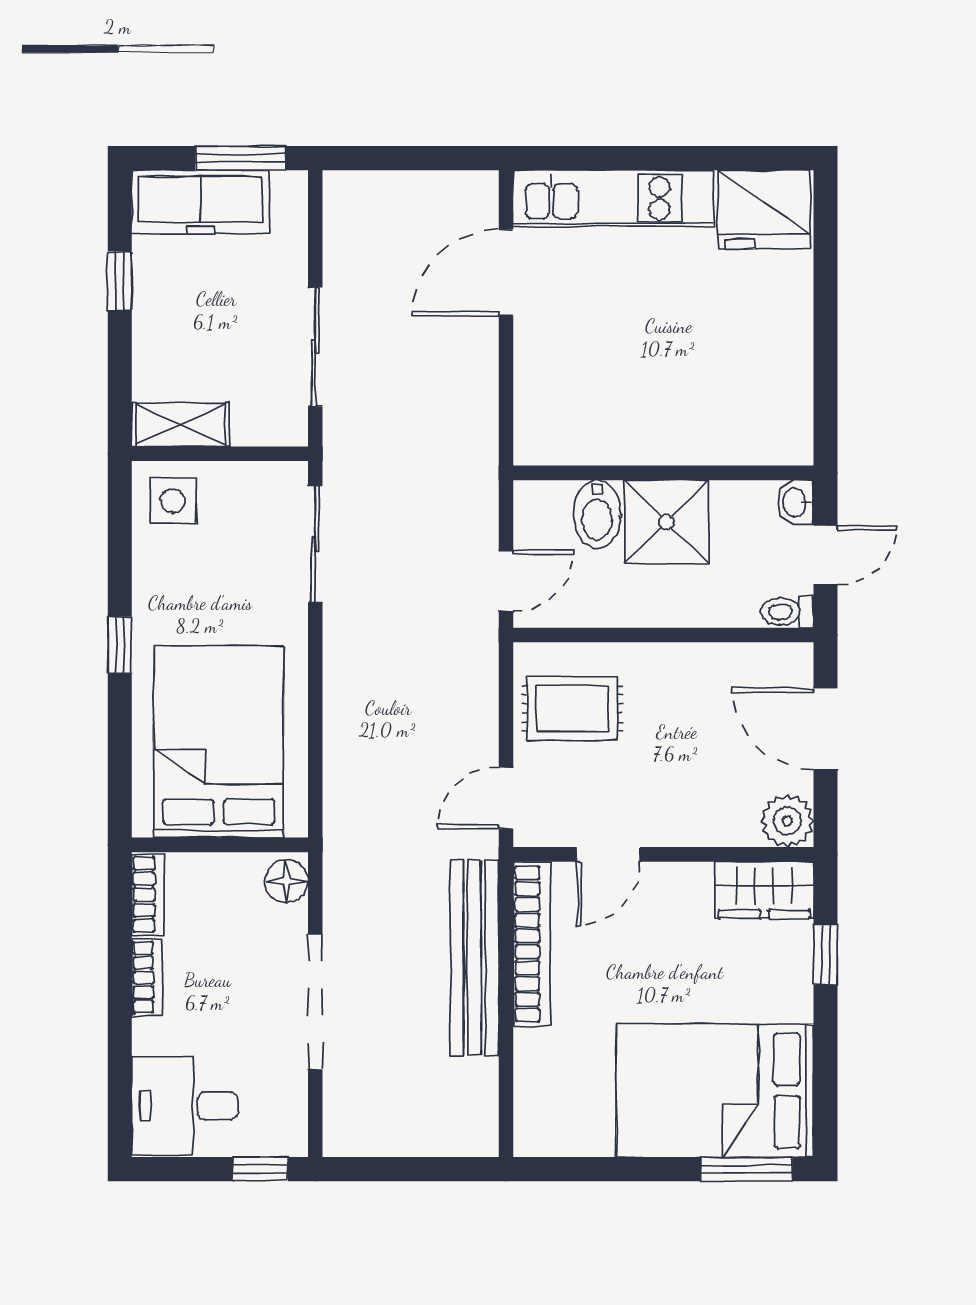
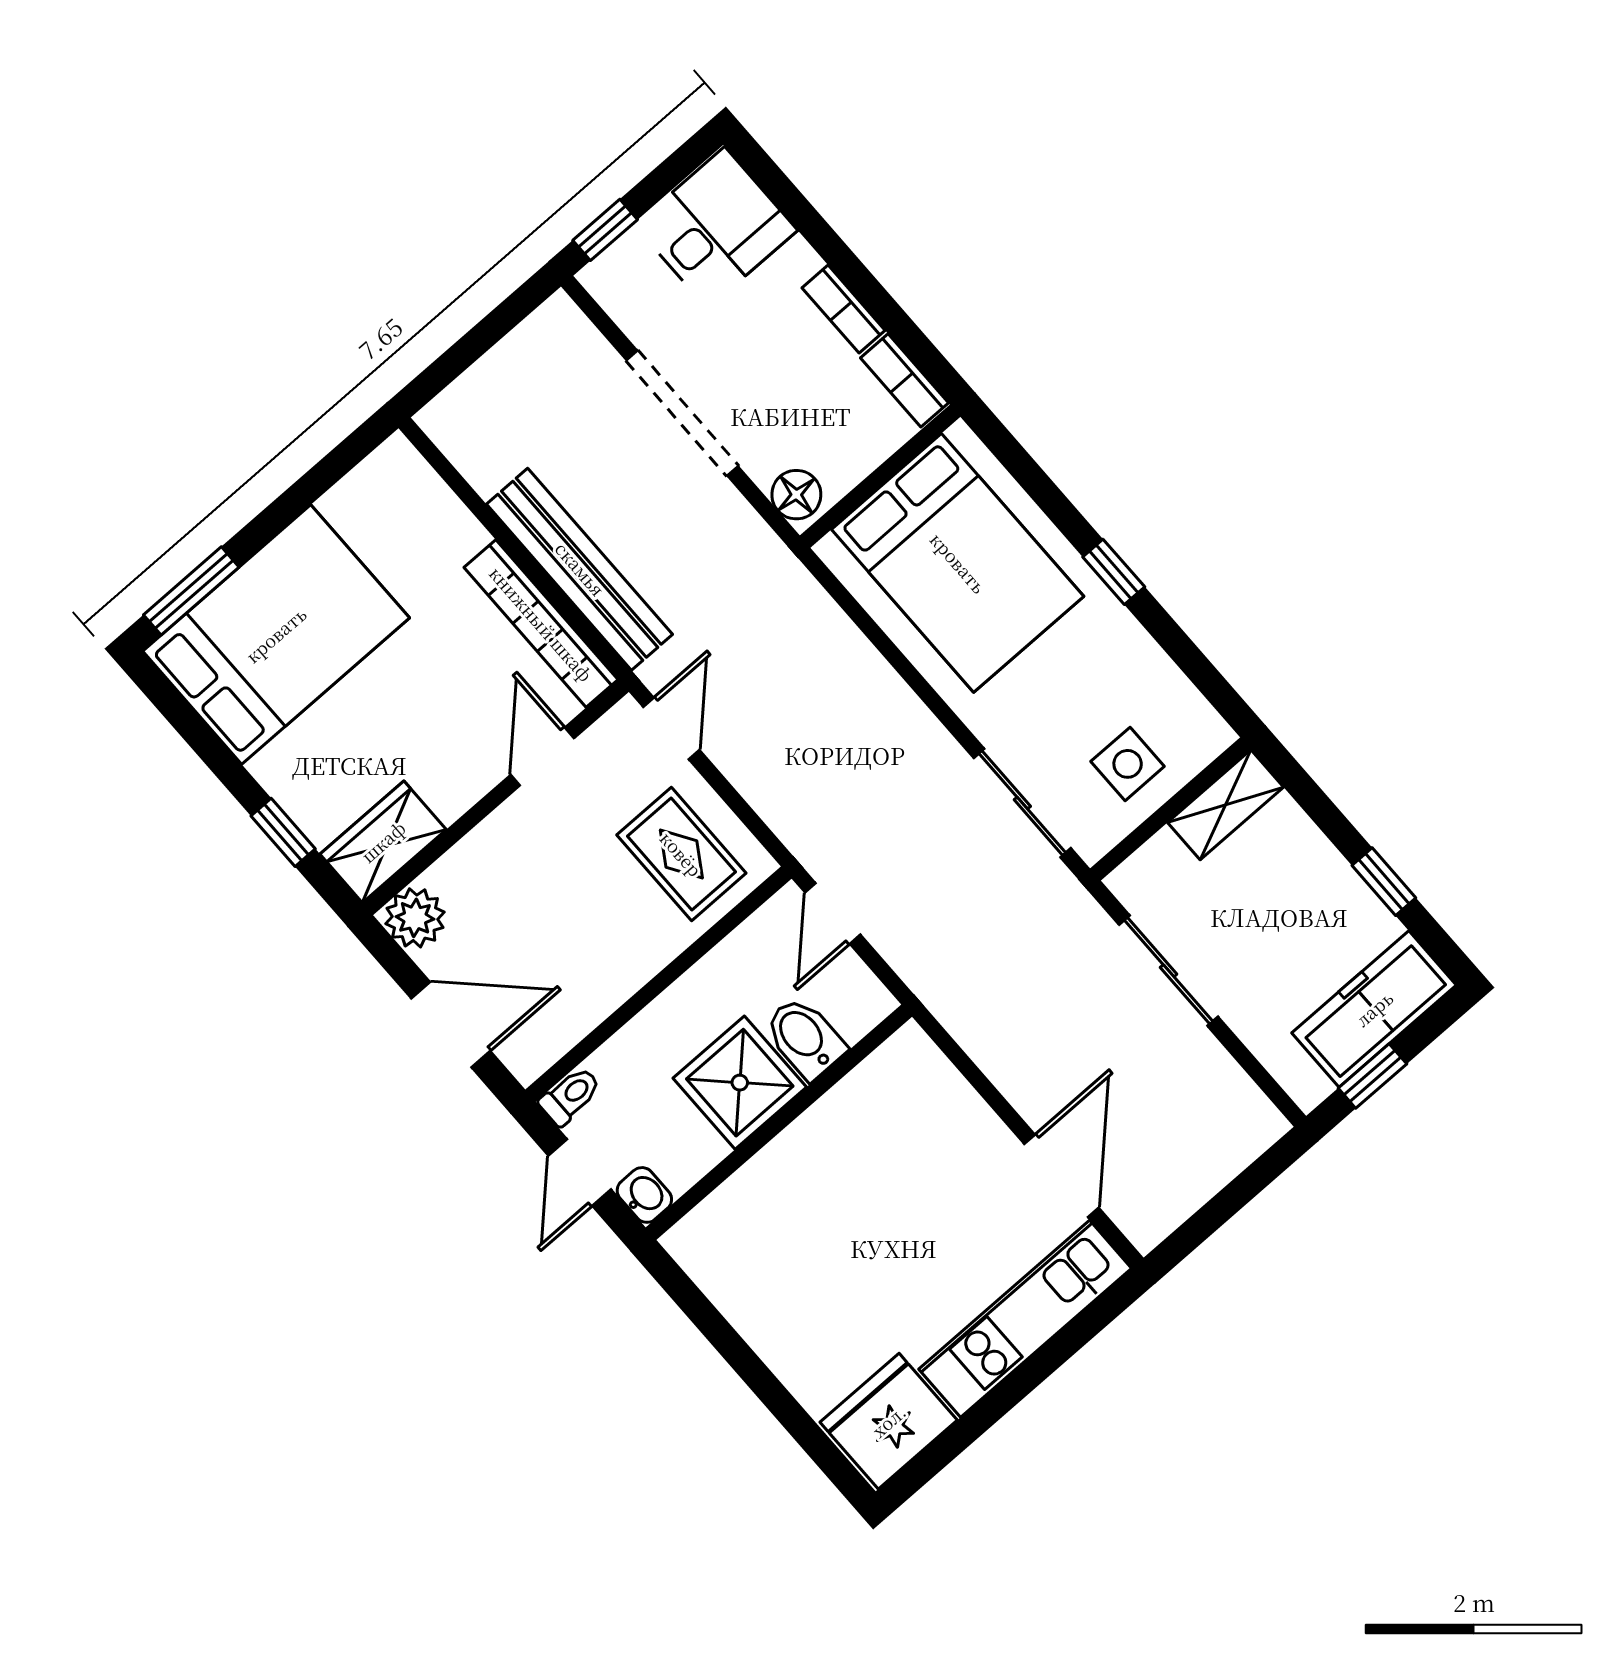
window: (241, 158) -> (1372, 1076), width x0.67
side table: (173, 501) -> (1128, 764), moved
rug: (572, 708) -> (681, 854), turned 90

